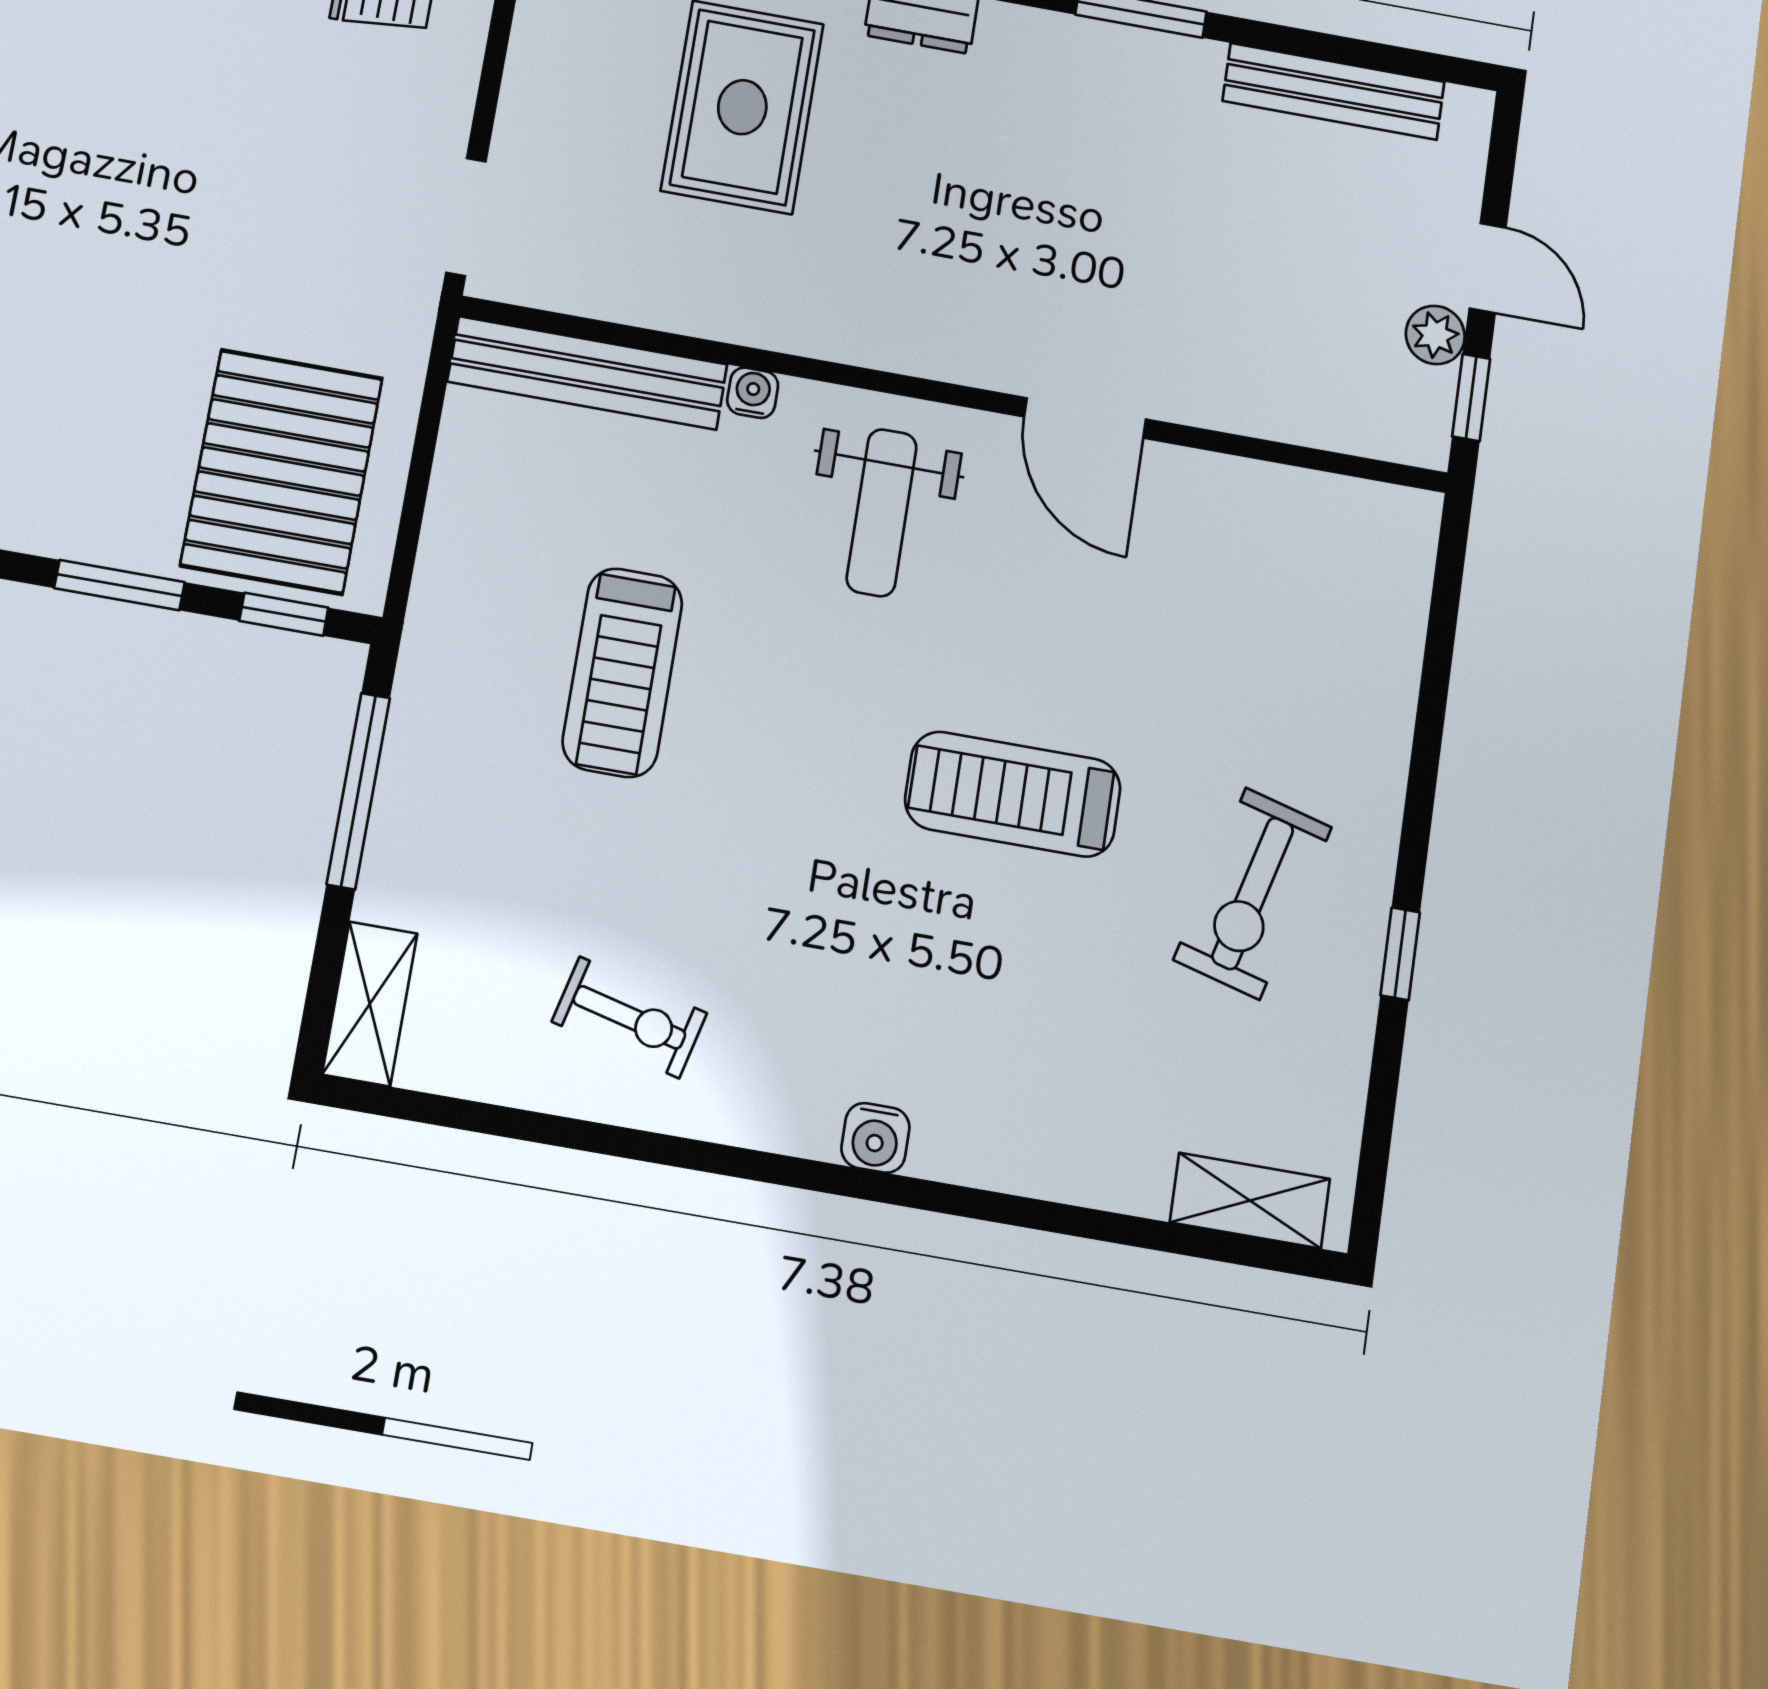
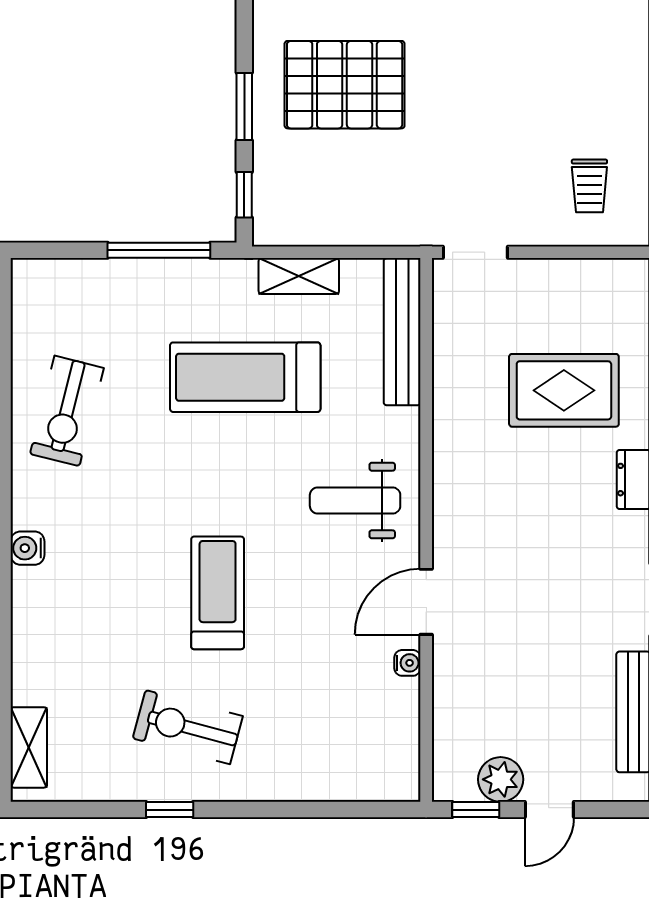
plant: (1435, 335) -> (501, 779), width x1.38, depth x1.38
water cooler: (753, 393) -> (407, 663), moved
pallet: (282, 472) -> (345, 85), moved
treadmill: (622, 672) -> (245, 377), width x1.37, depth x1.38
shelving: (370, 1004) -> (299, 276), moved
exercise bike: (629, 1017) -> (67, 411), width x1.38, depth x1.39

